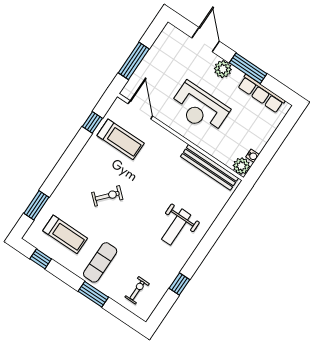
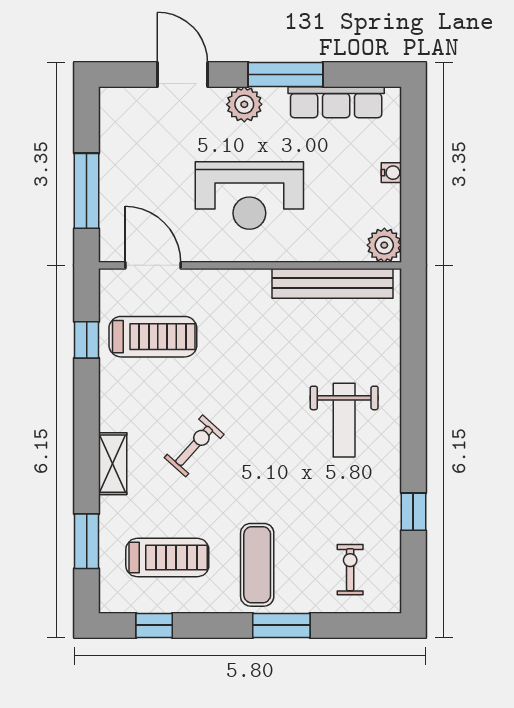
water cooler: (253, 156) -> (391, 173), moved
shelving: (69, 181) -> (113, 464), added

